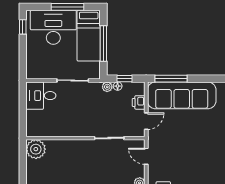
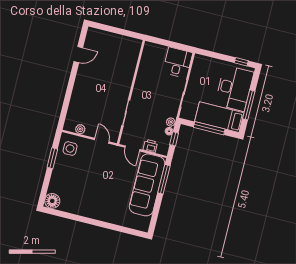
plant: (36, 149) -> (132, 46), removed
door: (146, 156) -> (102, 141), hinge flipped

